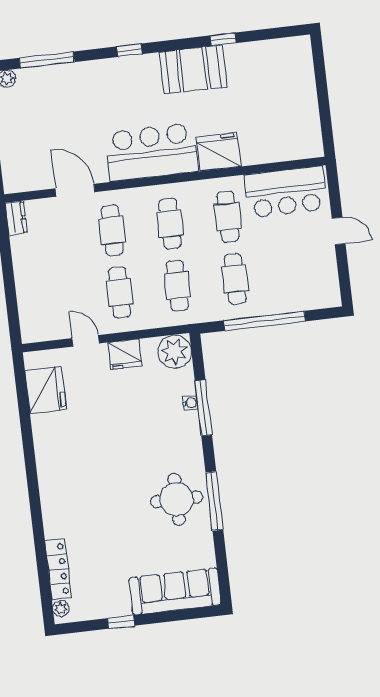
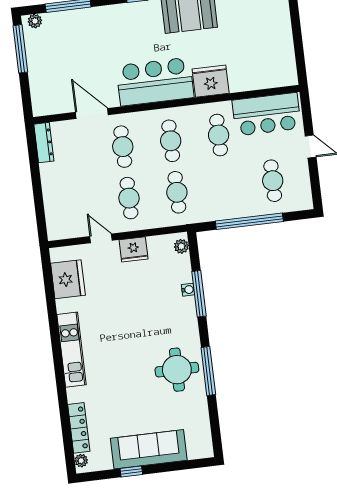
dresser: (16, 218) -> (44, 143), width x1.44
cafe table: (235, 279) -> (273, 181), moved
plant: (175, 352) -> (181, 246), width x0.53, depth x0.53
kitchen unit: (50, 475) -> (72, 350), added
sofa: (175, 591) -> (149, 449), moved

